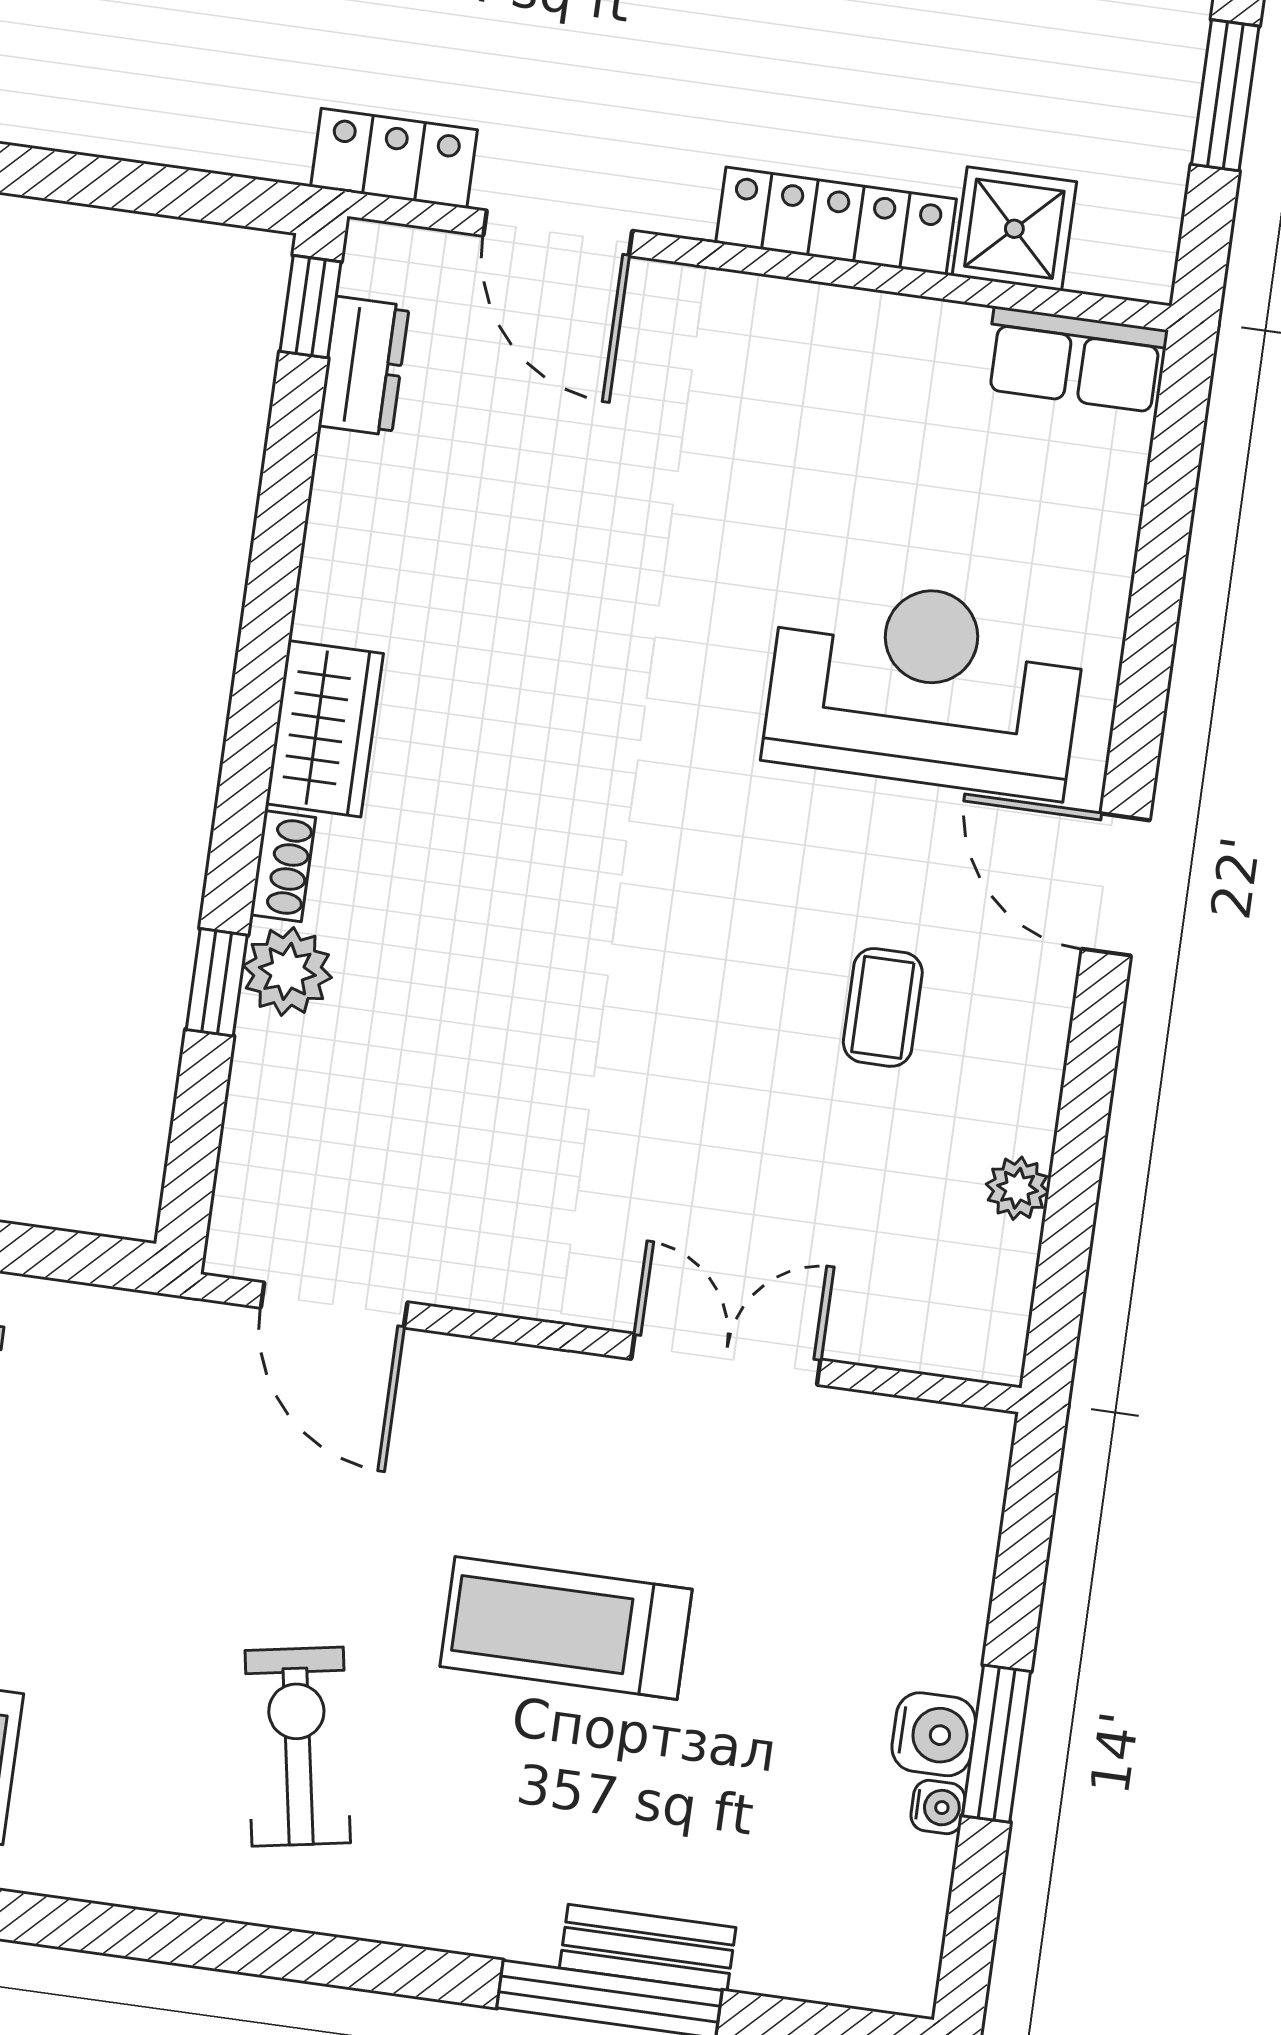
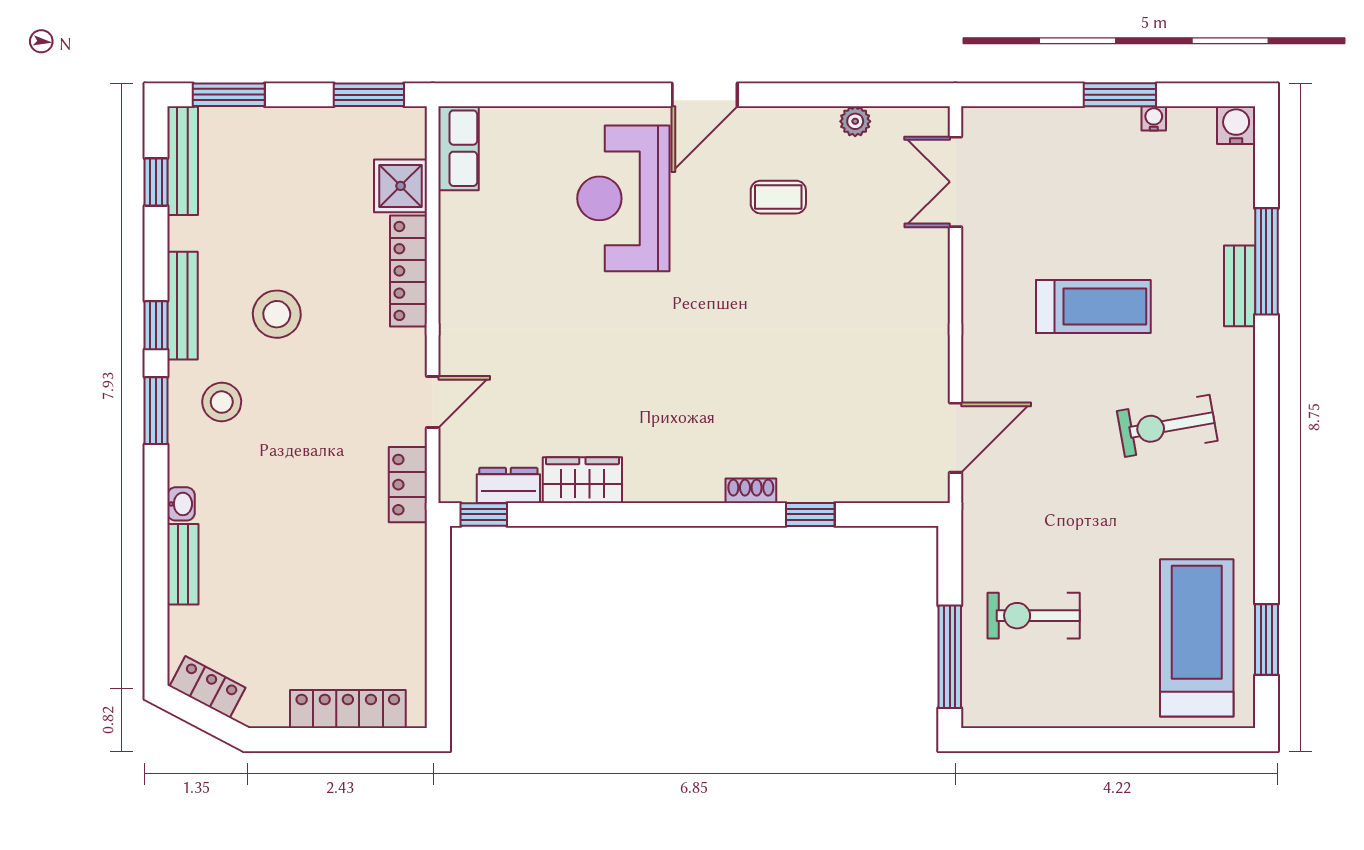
window: (1225, 95) -> (369, 95), moved
door: (558, 233) -> (433, 402), width x0.73
wardrobe: (324, 729) -> (582, 480), moved
plant: (287, 971) -> (800, 482), removed
double door: (726, 1359) -> (955, 182), moved
treadmill: (566, 1628) -> (1093, 306), turned -90
water cooler: (934, 1734) -> (1236, 125), moved
bench: (648, 1948) -> (1240, 286), moved

